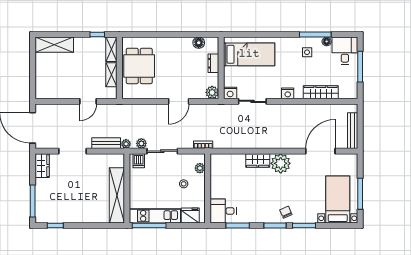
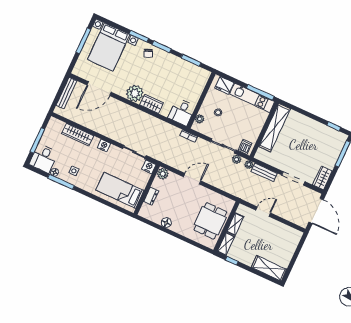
floor lamp: (199, 43) -> (166, 223), moved
bed with nightstands: (338, 199) -> (109, 47), width x1.36
desk: (223, 211) -> (182, 112), moved, turned 90

